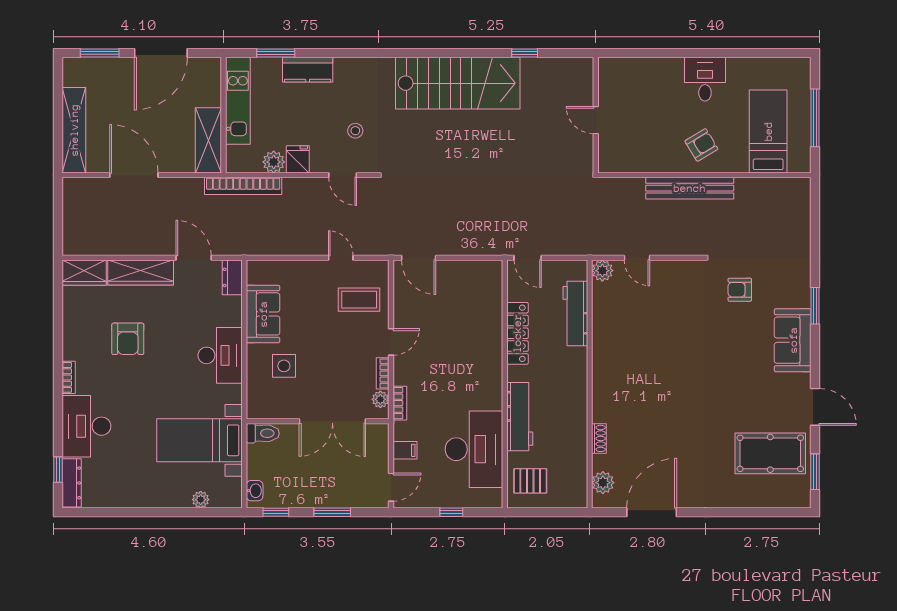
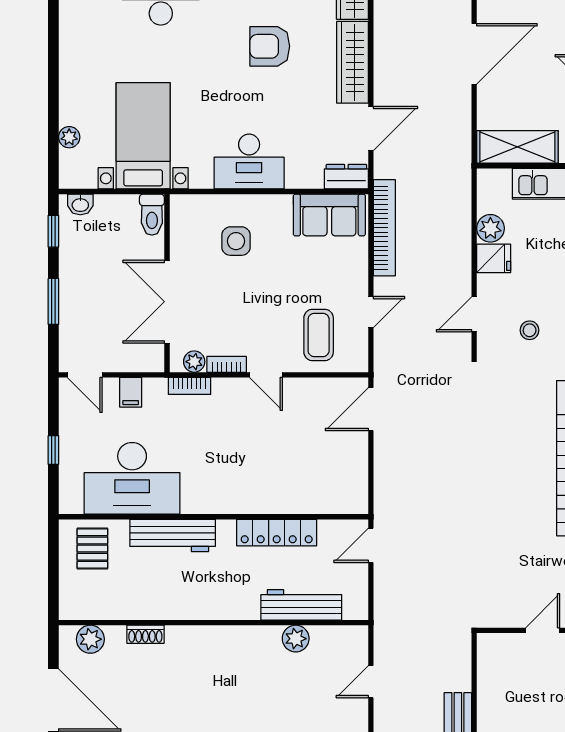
bookcase: (243, 186) -> (384, 228), moved, turned 180
plant: (602, 271) -> (296, 639), moved
sofa: (263, 314) -> (329, 215), moved

